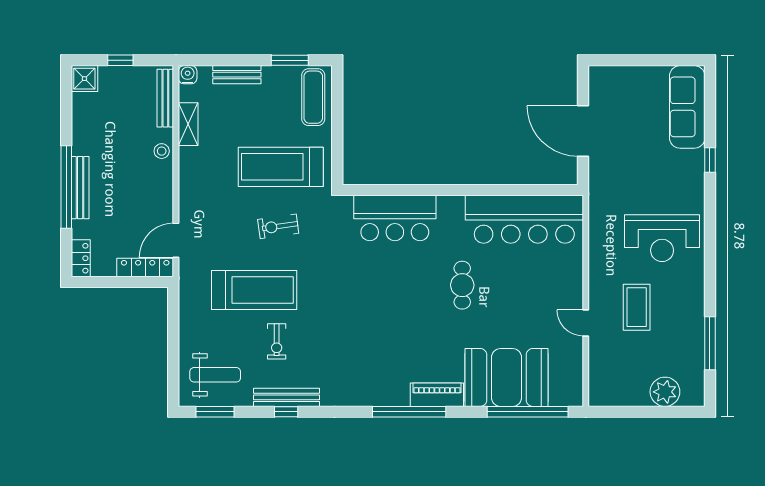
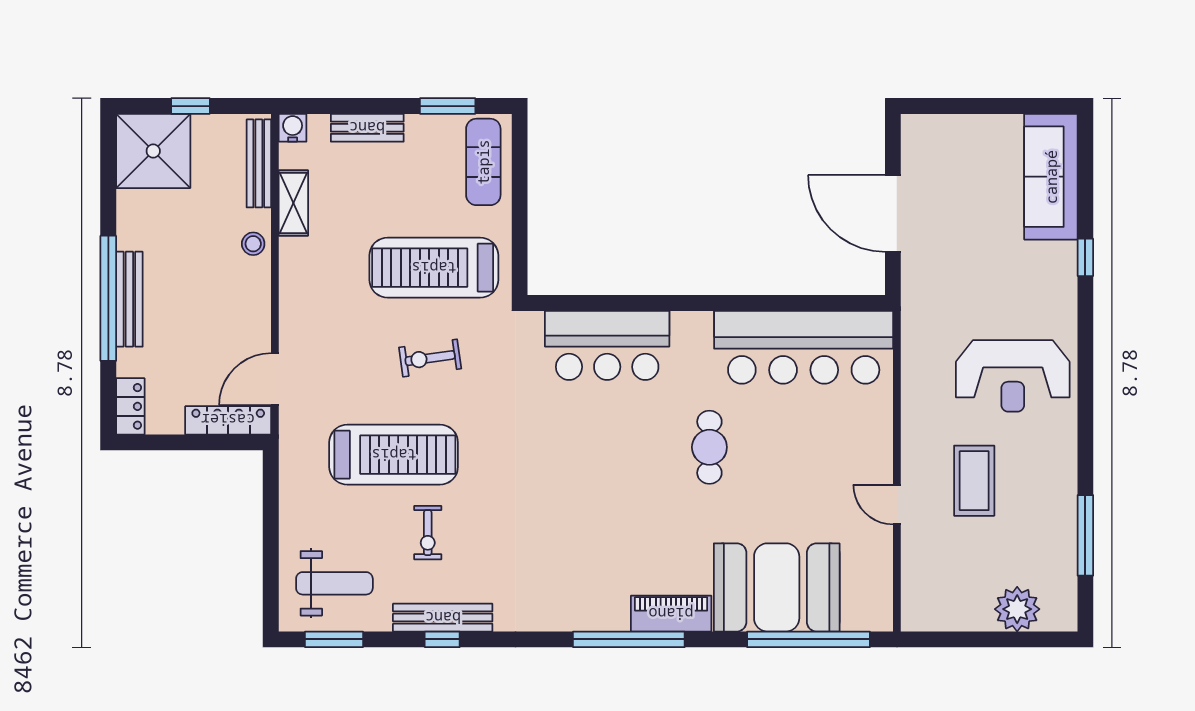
shower: (84, 79) -> (153, 151), width x1.86, depth x1.86

